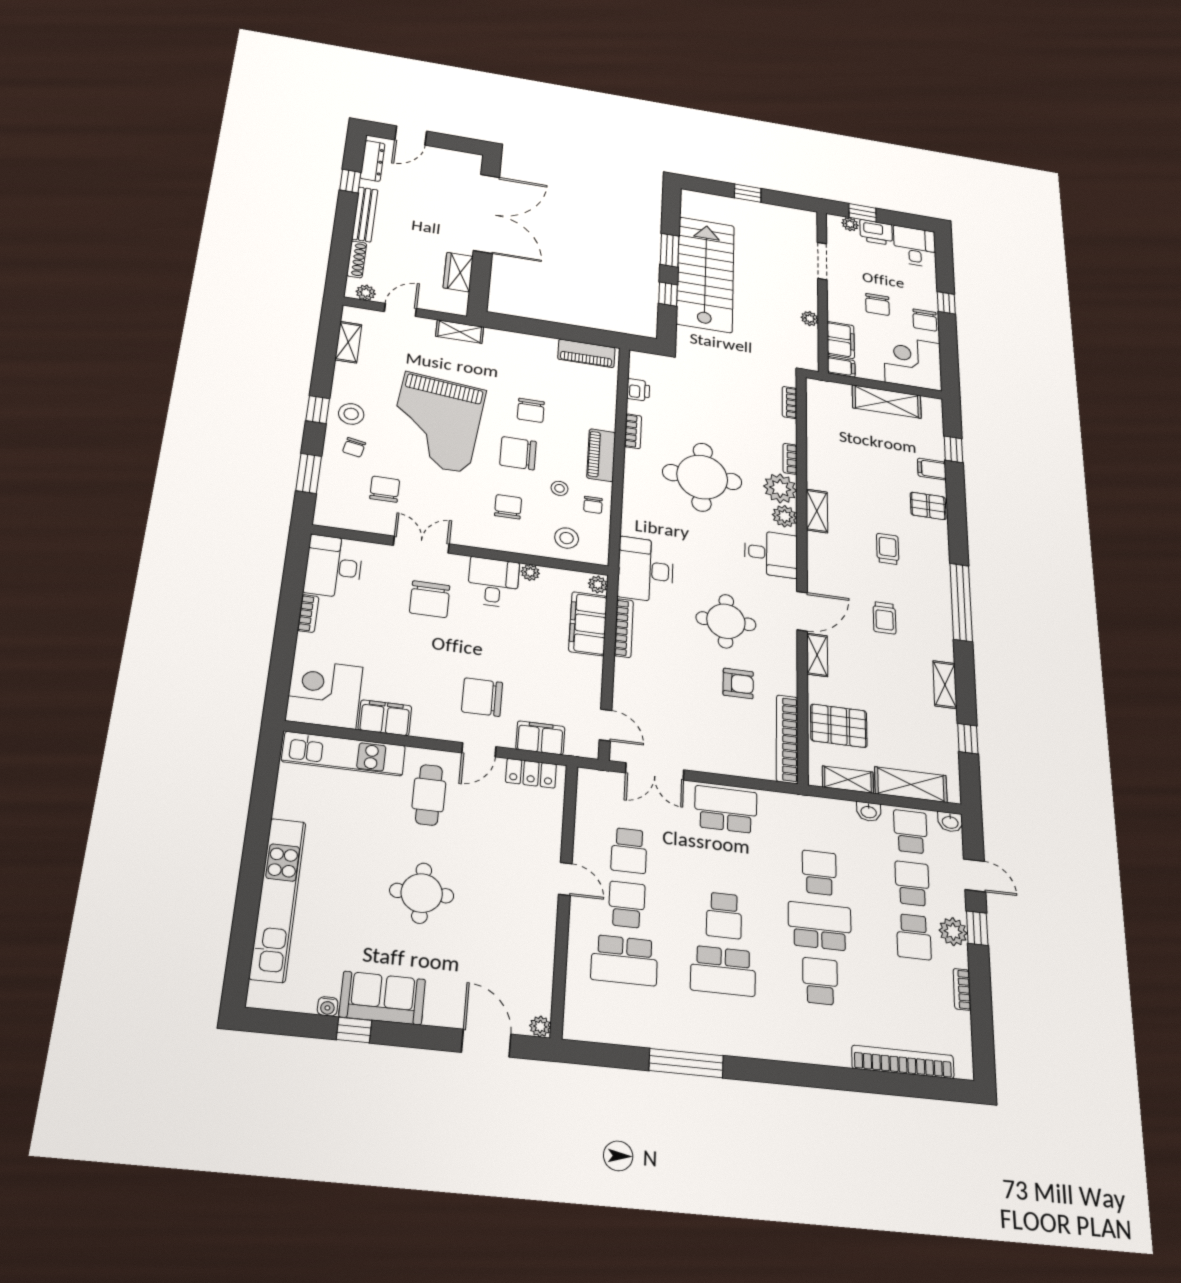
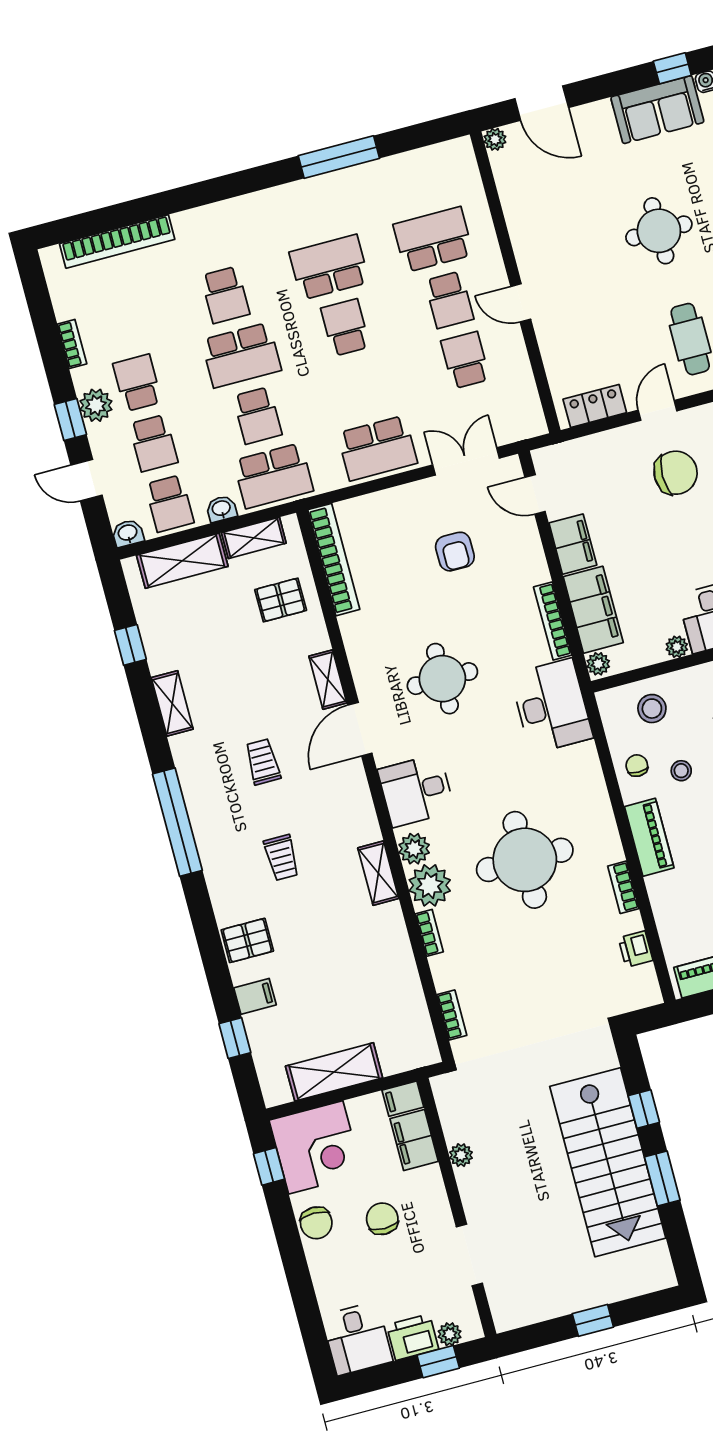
window: (946, 303) -> (269, 1166), moved
chair: (925, 320) -> (316, 1223), turned 180
armchair: (738, 683) -> (455, 552), moved, turned -90
pallet: (839, 726) -> (281, 600), width x0.67, depth x0.71
filing cabinet: (540, 738) -> (573, 544), moved, turned -90
school desk: (819, 821) -> (273, 476), added

